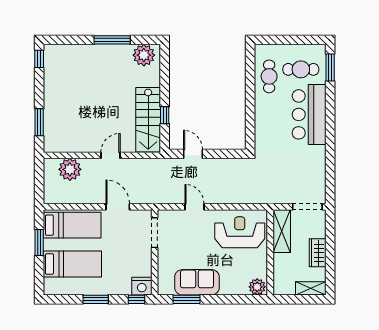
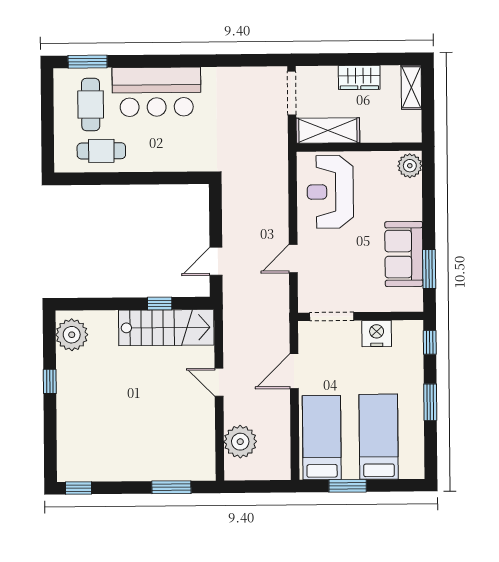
window: (112, 40) -> (50, 381), width x0.46
nightstand: (142, 286) -> (377, 334), moved, turned -90

